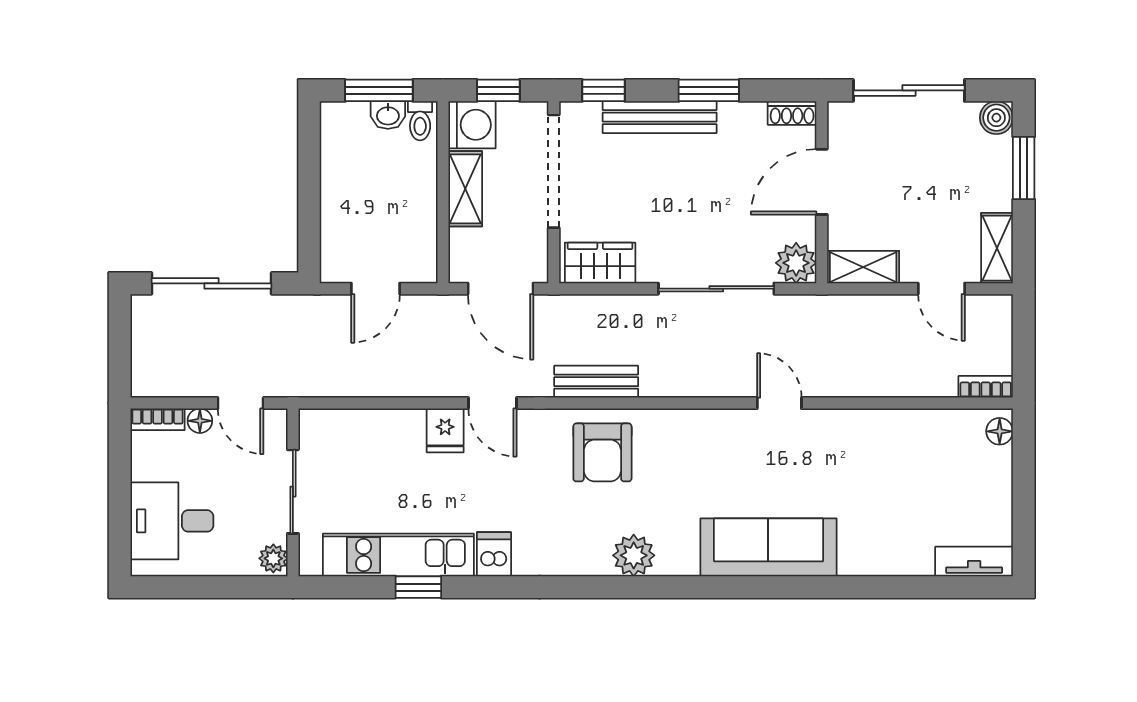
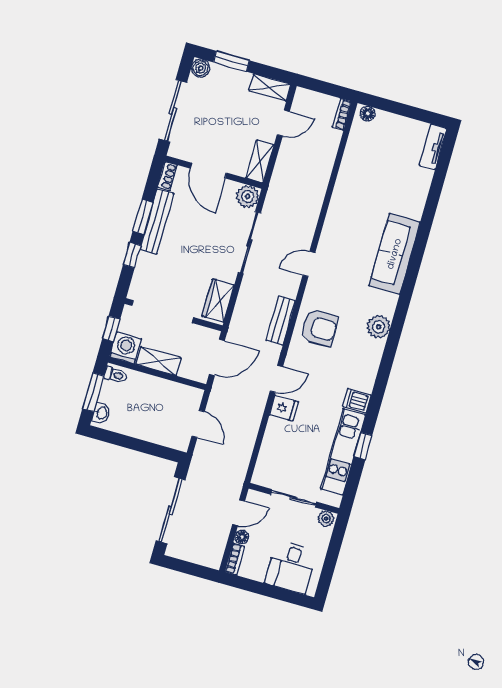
window: (603, 90) -> (132, 255), moved
washbasin: (388, 115) -> (101, 413), moved
bench: (660, 117) -> (157, 221), moved
door: (779, 403) -> (309, 264), moved

